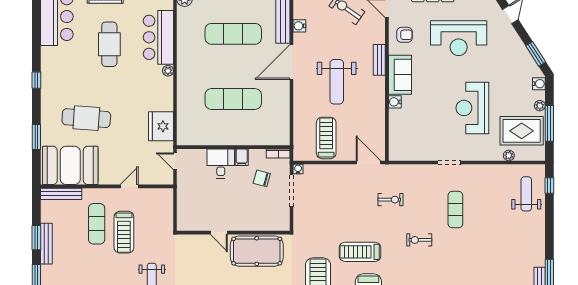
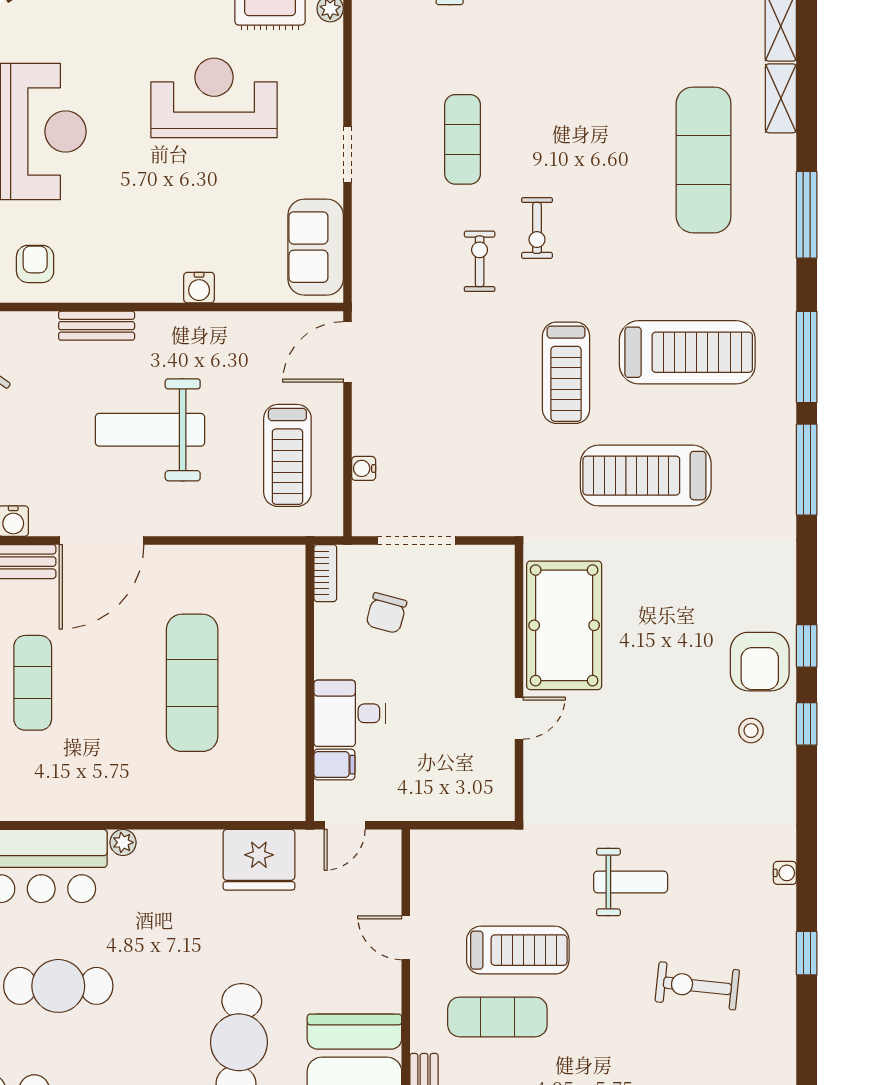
exercise mat: (233, 34) -> (33, 683), width x0.73, depth x0.69
door: (291, 62) -> (102, 540), hinge flipped
sofa: (400, 75) -> (316, 247), moved, turned -90
weight bench: (337, 82) -> (150, 430), turned 180
reception desk: (472, 108) -> (214, 98), turned 180
treadmill: (326, 138) -> (287, 455), turned -90
filing cabinet: (242, 157) -> (334, 765), moved
water cooler: (298, 169) -> (364, 468), moved
exercise bike: (390, 200) -> (480, 261), moved
exercise mat: (455, 210) -> (463, 139), turned 90

